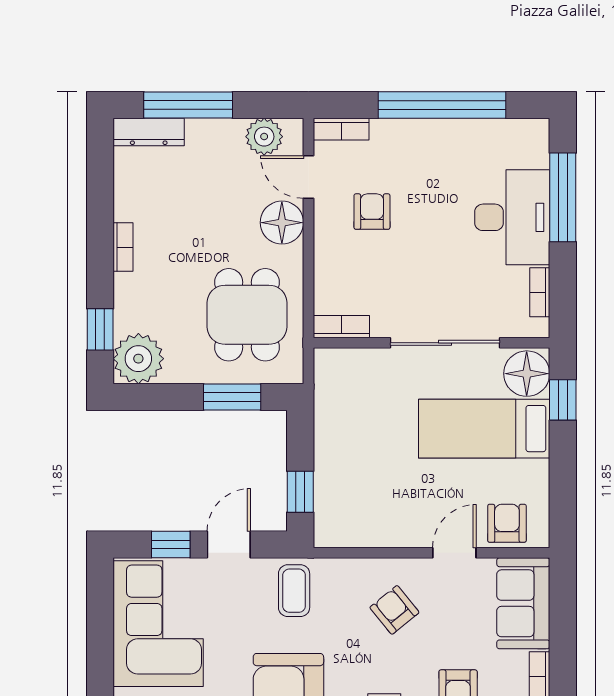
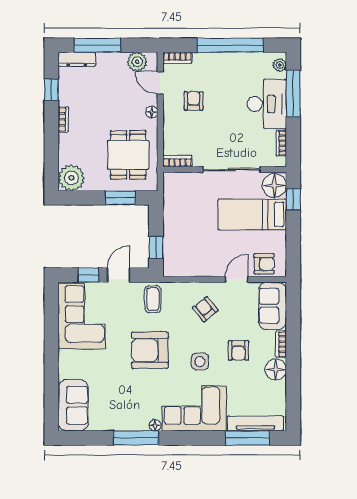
plant: (537, 143) -> (280, 65), added
floor lamp: (282, 223) -> (152, 112), width x0.53, depth x0.53
window: (100, 329) -> (51, 90), moved
armchair: (507, 523) -> (264, 264), turned 90

